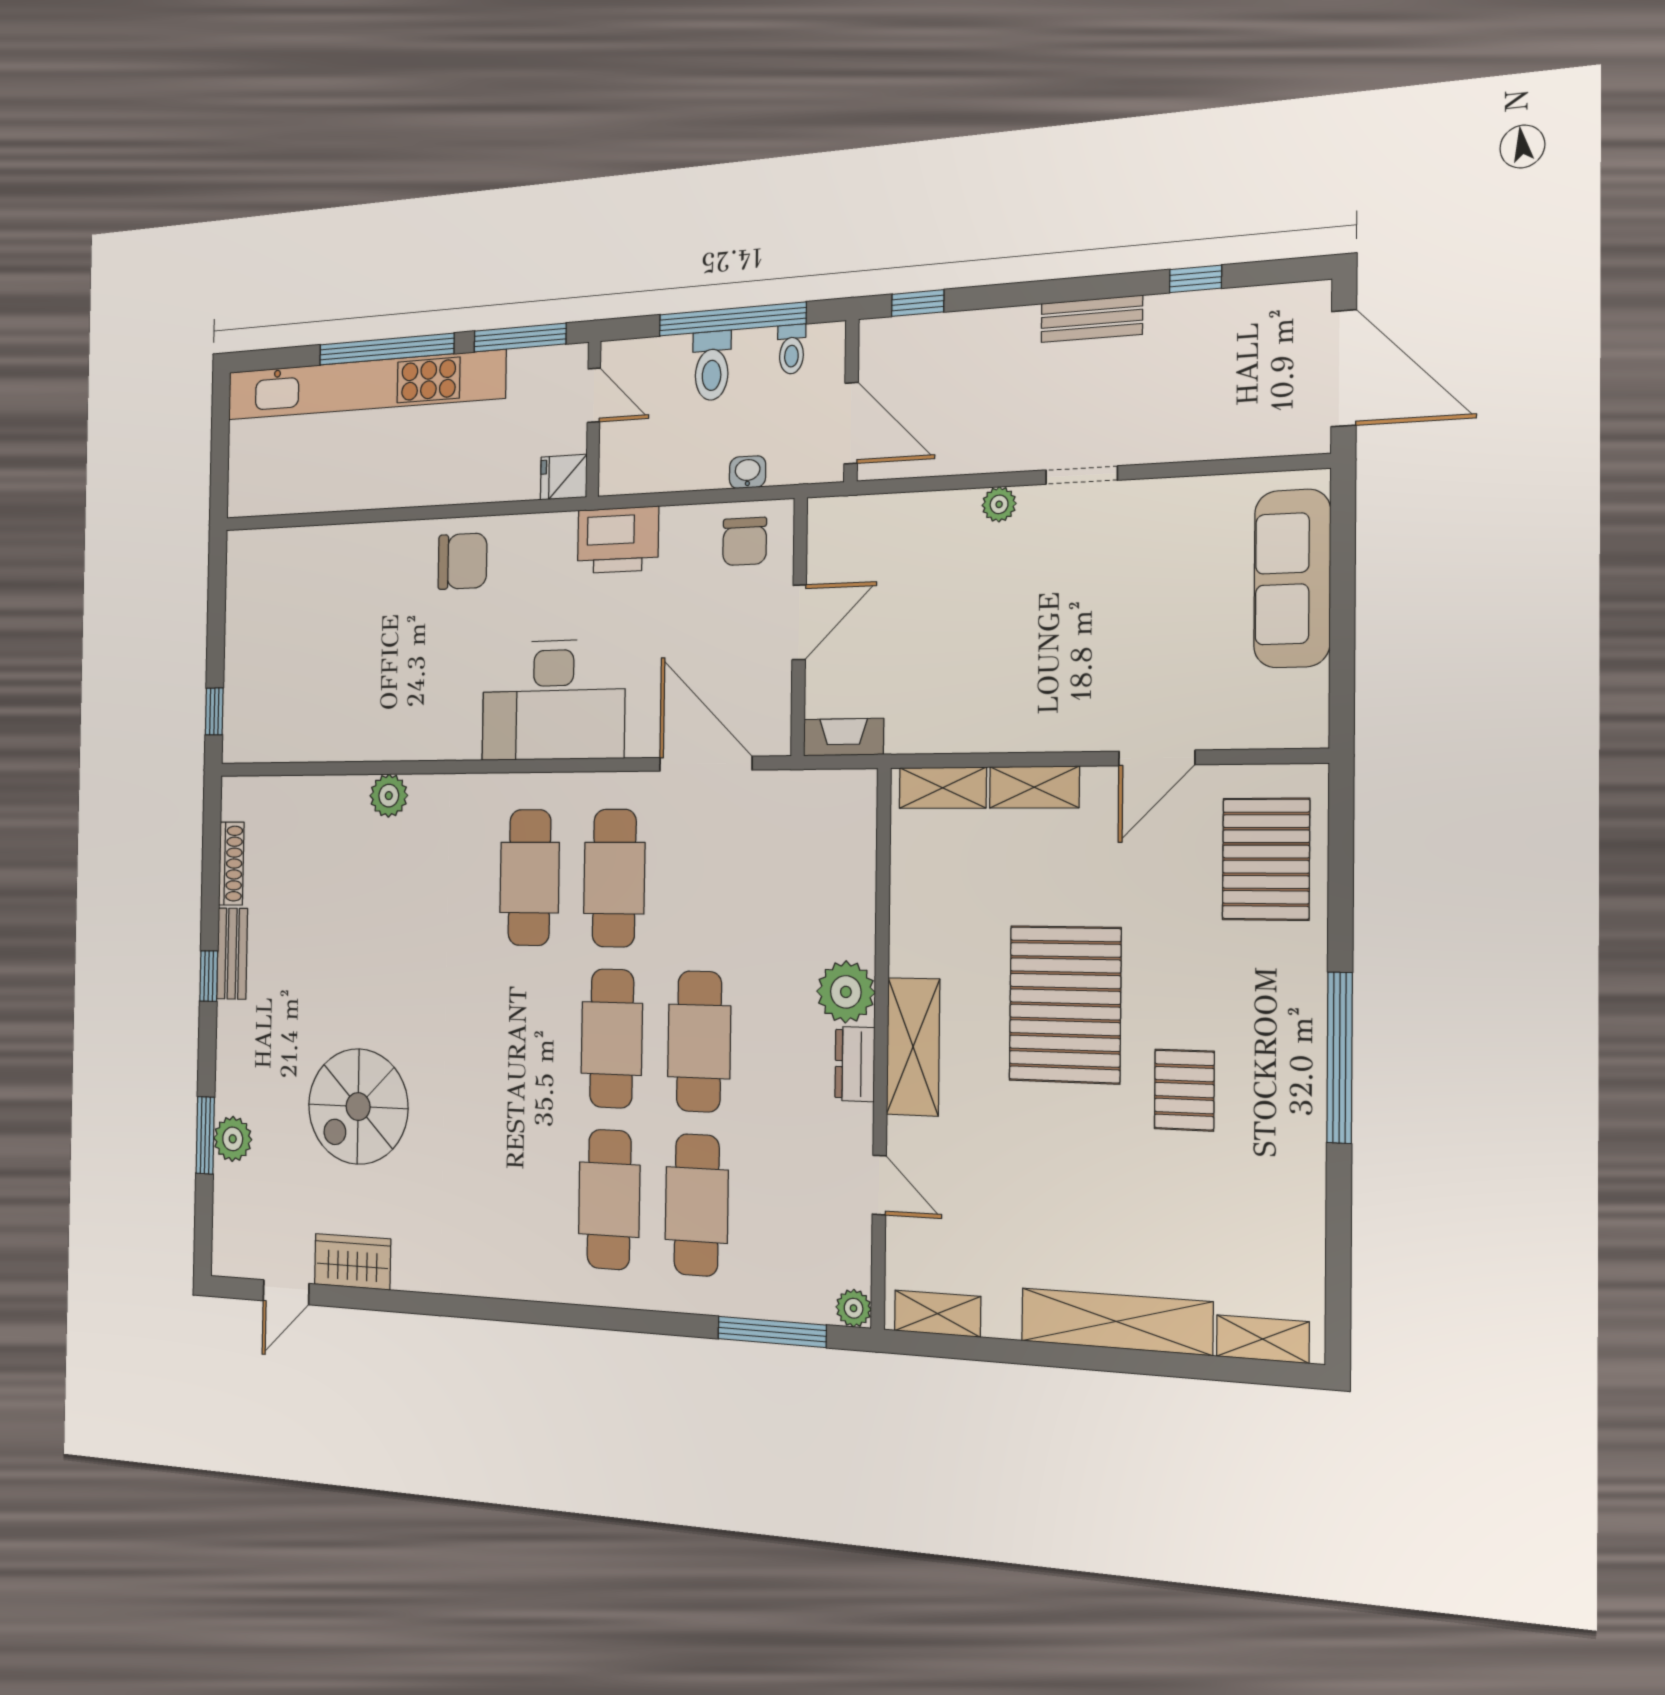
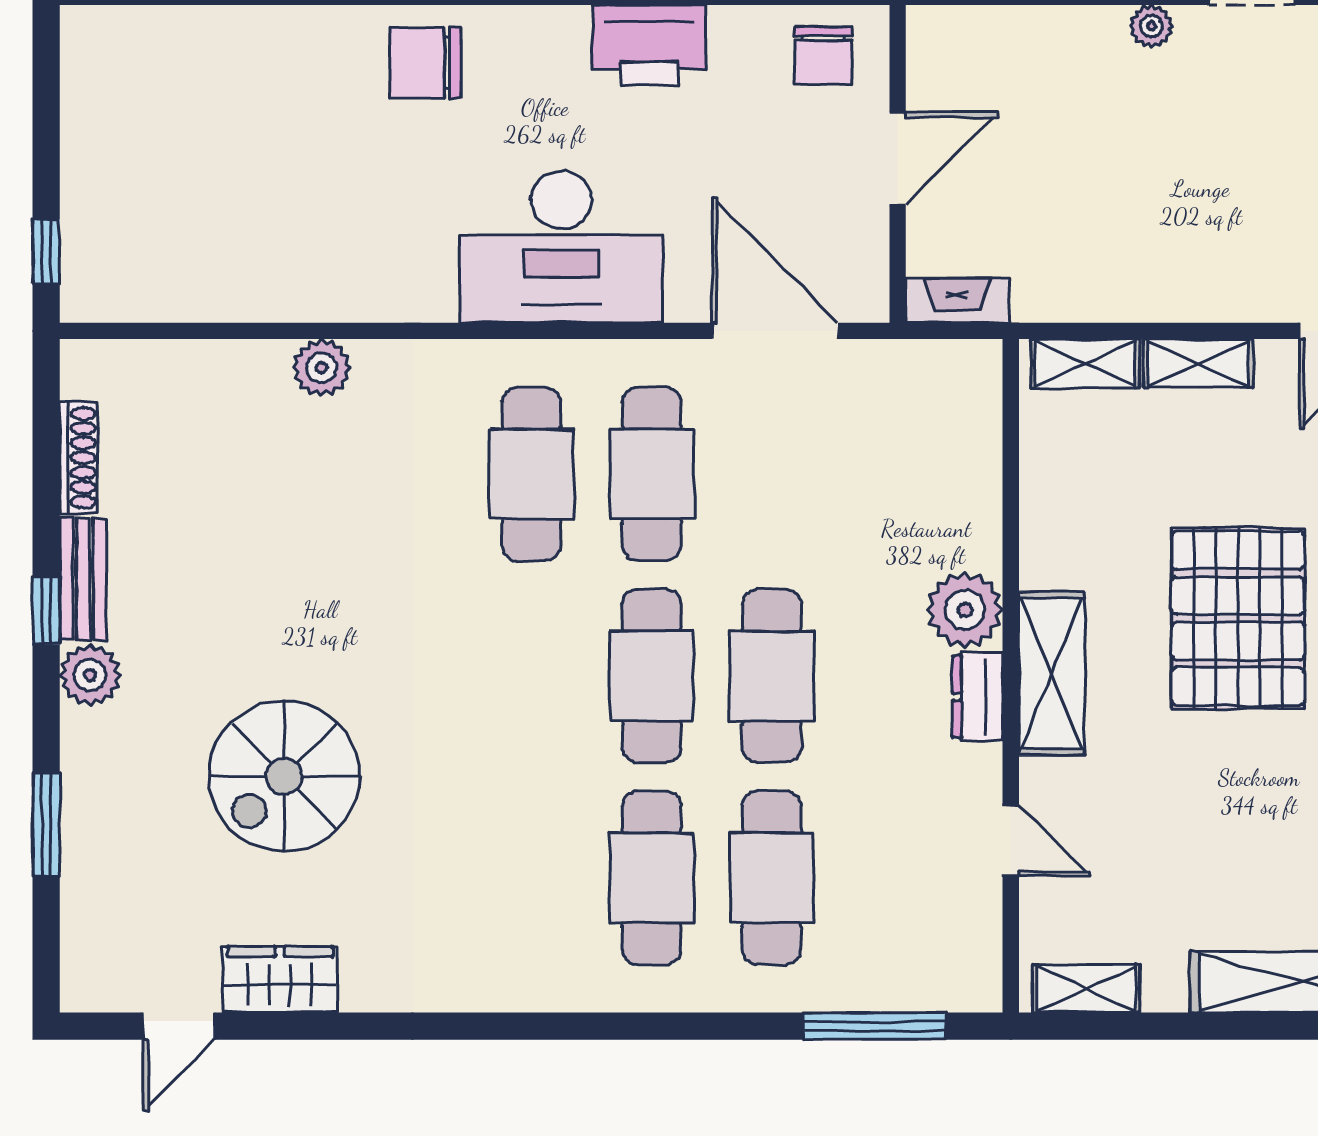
chair: (463, 561) -> (426, 63), turned 180
plant: (233, 1139) -> (90, 675), moved
plant: (854, 1308) -> (980, 990), removed

